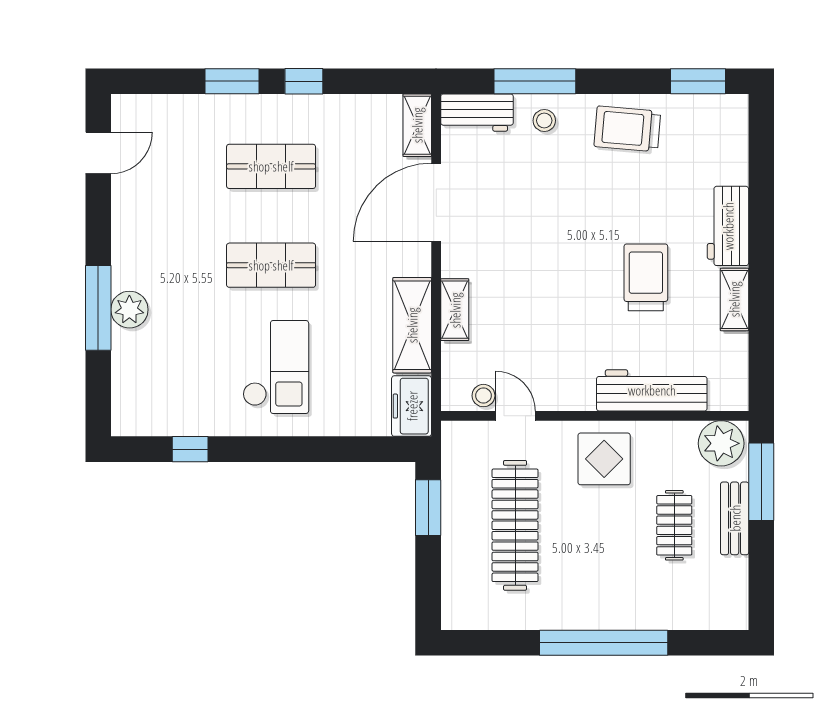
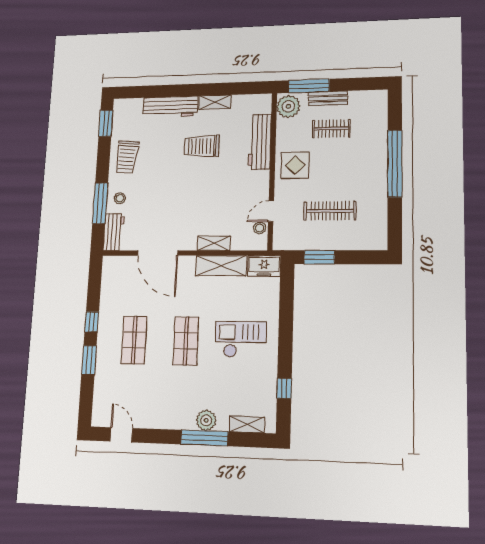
shelving: (417, 125) -> (247, 424), moved
workbench: (728, 226) -> (170, 107), width x1.38
clothes rail: (515, 525) -> (330, 211), width x0.73, depth x0.76

